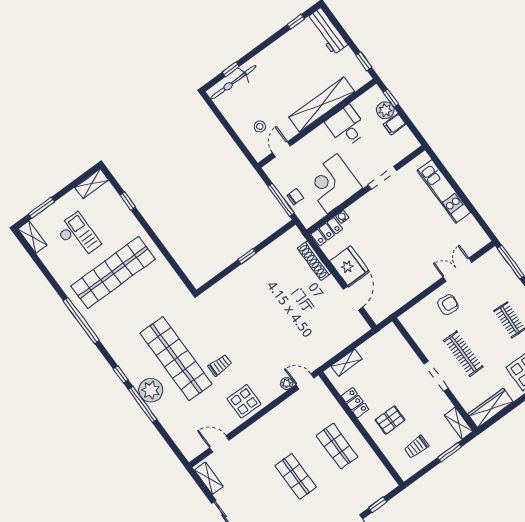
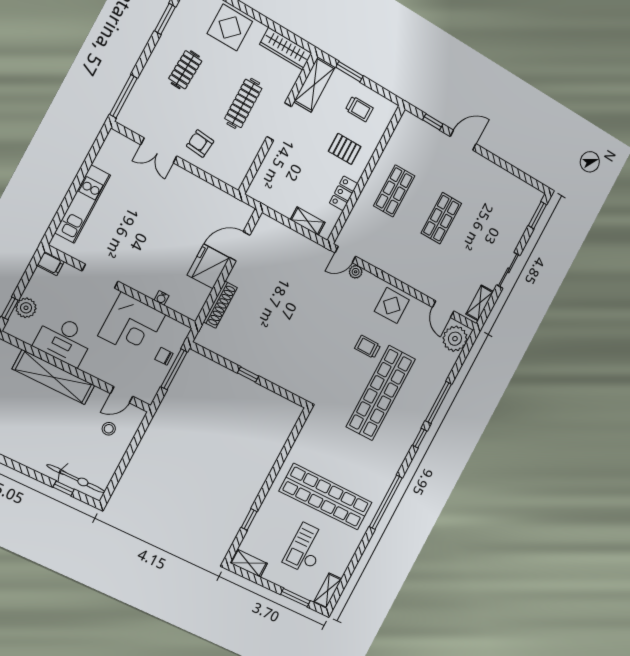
filing cabinet: (395, 124) -> (51, 264), moved
desk: (347, 126) -> (64, 340), width x1.37
locker: (327, 232) -> (184, 306), removed
door: (305, 381) -> (345, 255), hinge flipped
plant: (151, 390) -> (455, 339), moved
shelving: (458, 423) -> (314, 84), width x1.50, depth x1.33

